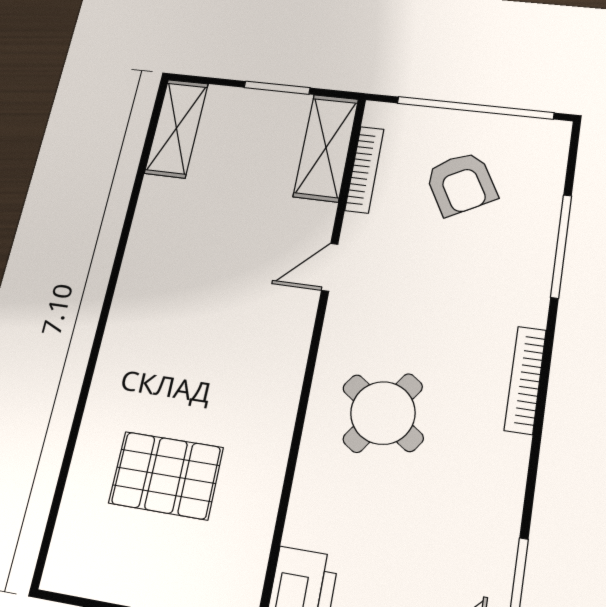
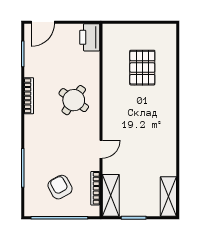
bookcase: (525, 380) -> (29, 96), moved
pallet: (166, 475) -> (142, 68), turned 90

